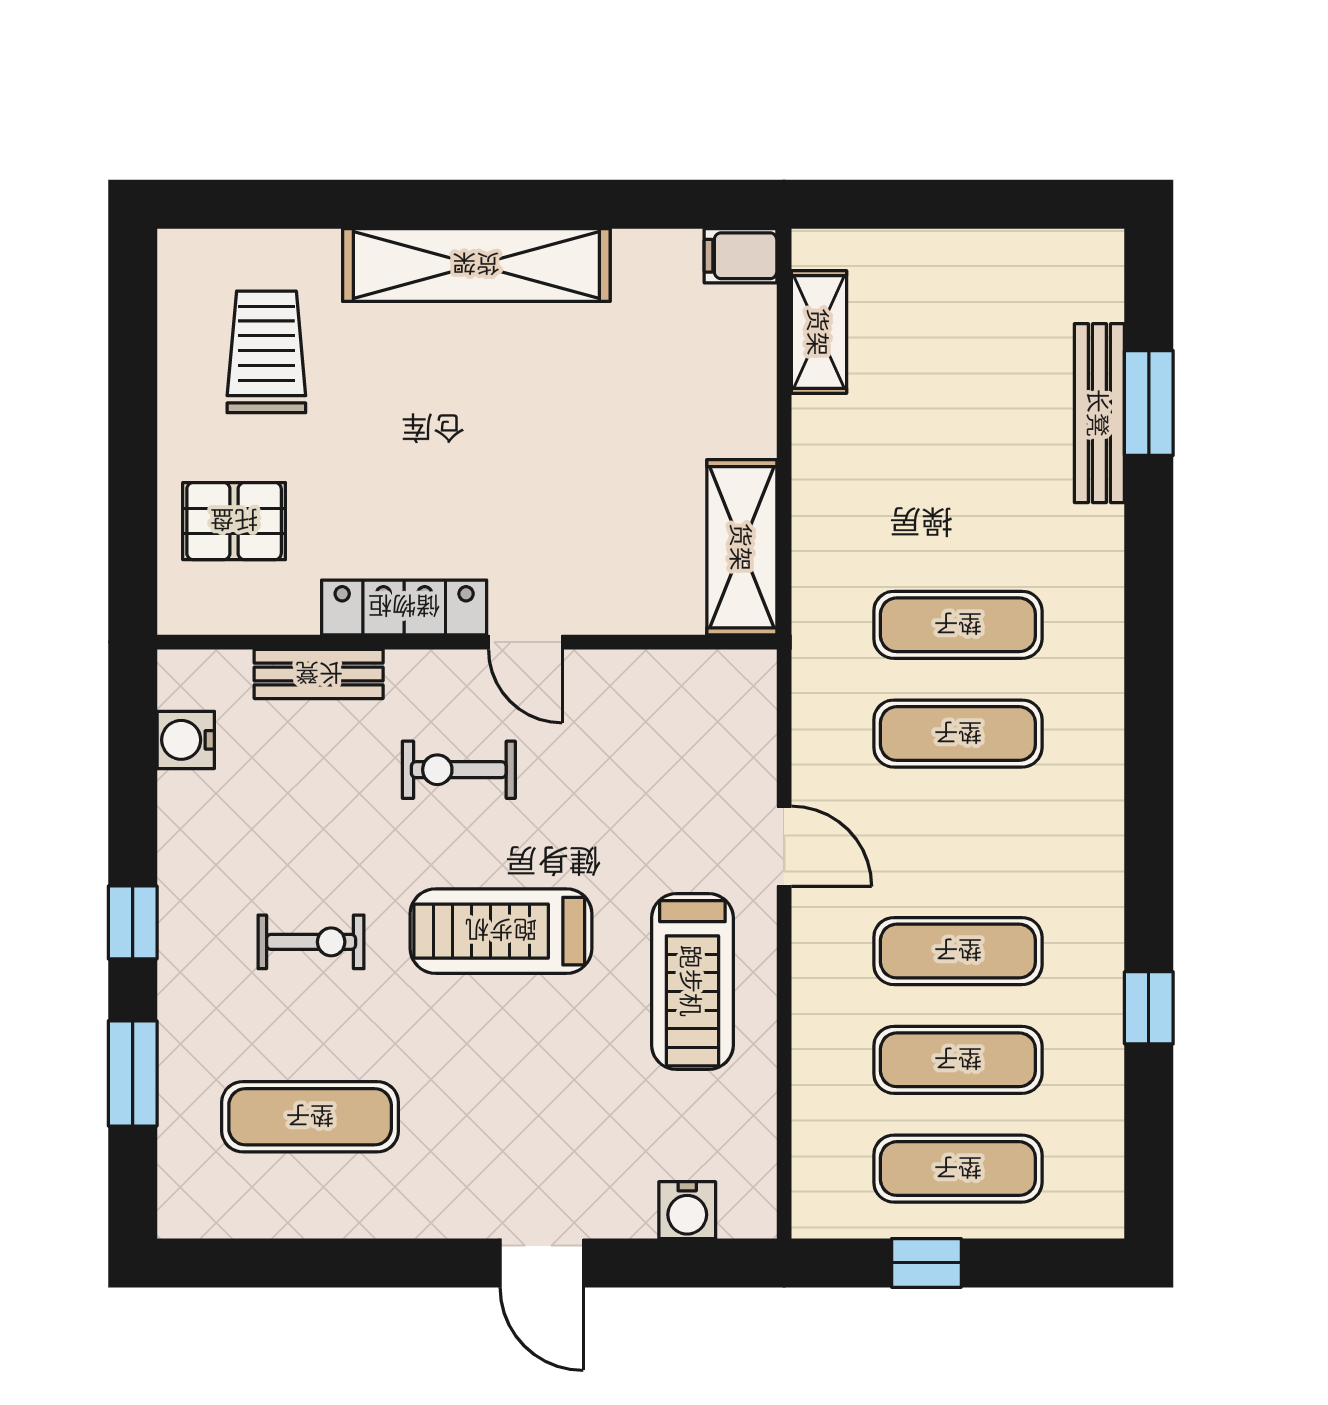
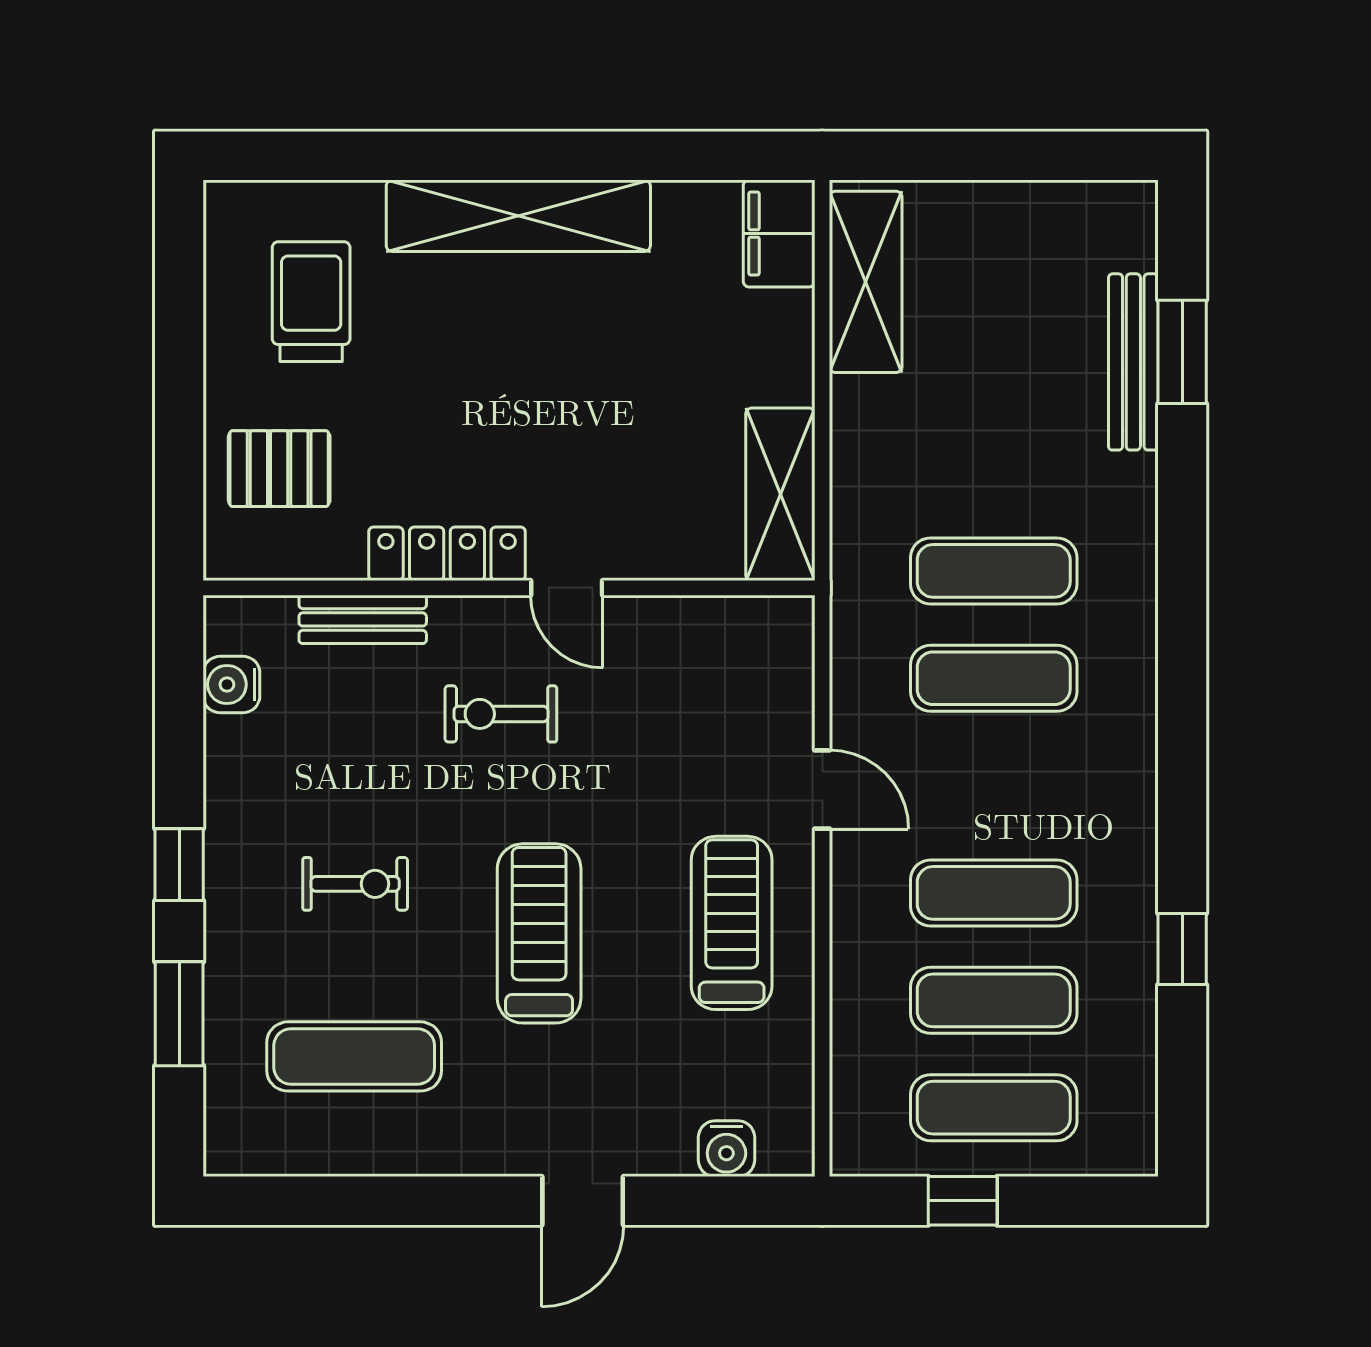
filing cabinet: (741, 256) -> (779, 233), width x2.00
shelving: (819, 332) -> (866, 282), width x1.50, depth x1.33
treadmill: (501, 931) -> (539, 933), moved, turned 90
treadmill: (692, 981) -> (732, 923), turned 180
door: (542, 1263) -> (583, 1201), hinge flipped

